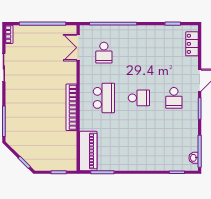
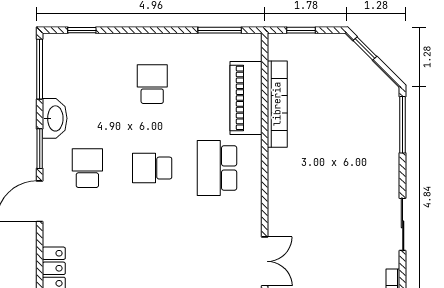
school desk: (104, 53) -> (152, 84), moved
bookcase: (71, 107) -> (277, 104), moved
piano: (88, 151) -> (246, 98), moved
washbasin: (194, 158) -> (55, 118), moved, width x1.91, depth x1.45

